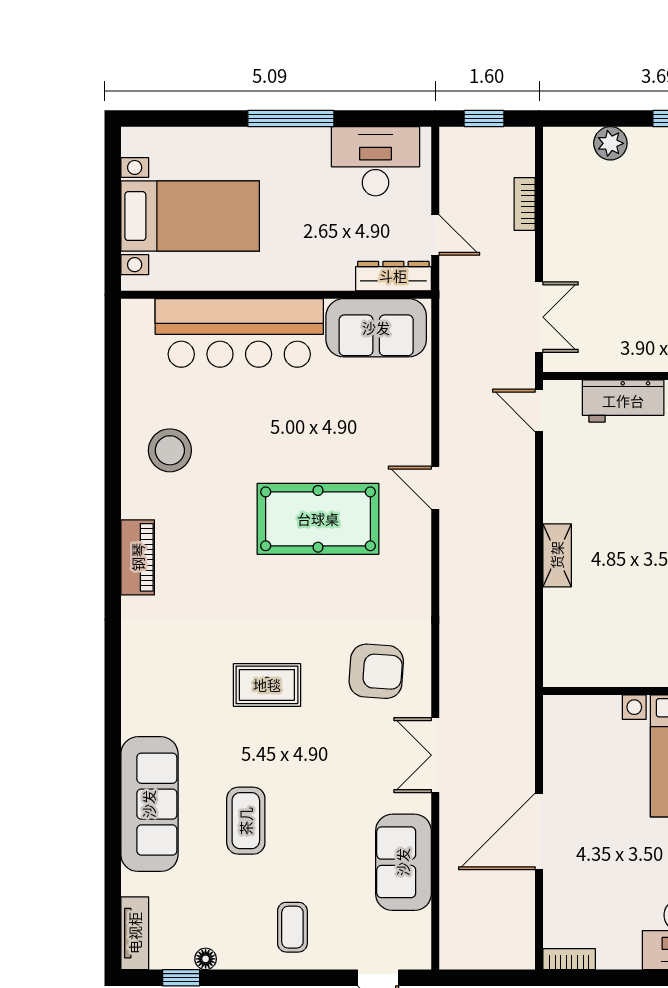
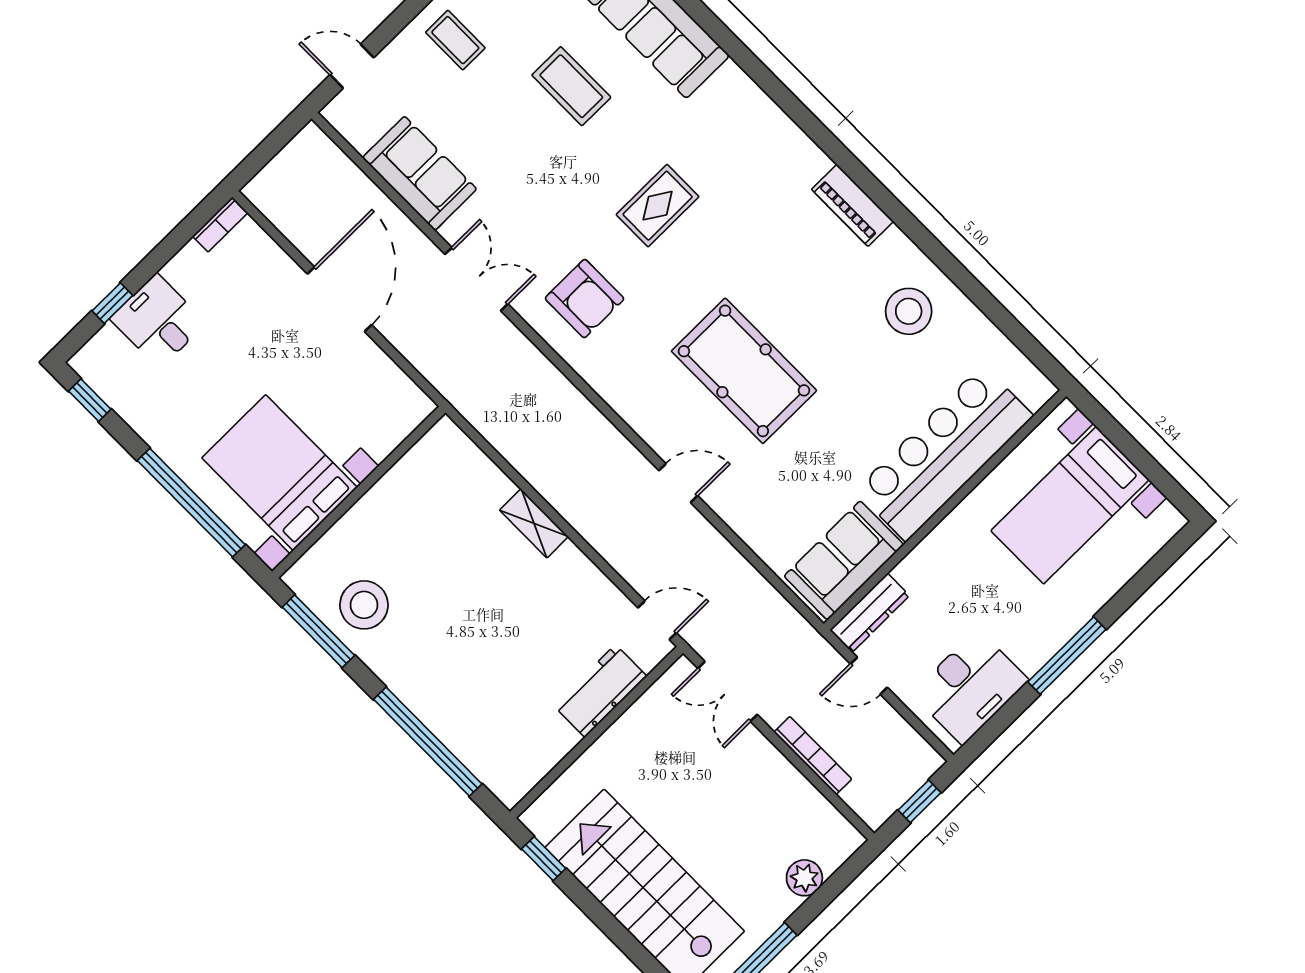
bookcase: (525, 204) -> (813, 756), width x1.56
pool table: (318, 519) -> (744, 371), turned 90
armchair: (376, 671) -> (585, 299), turned -94

